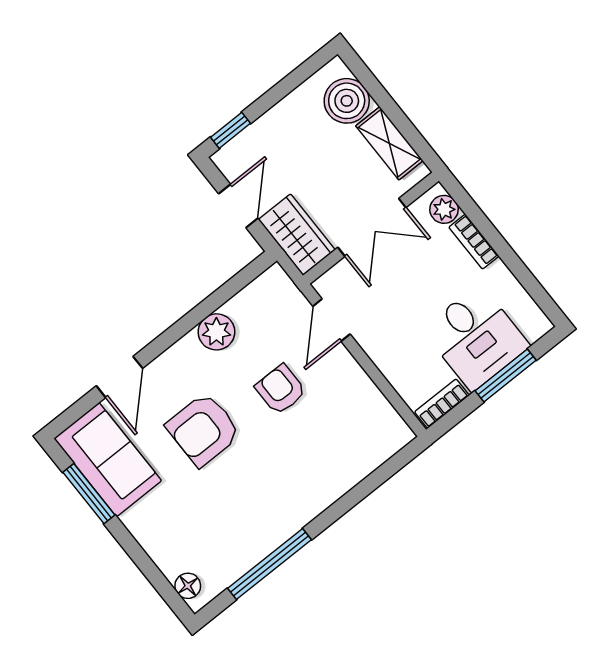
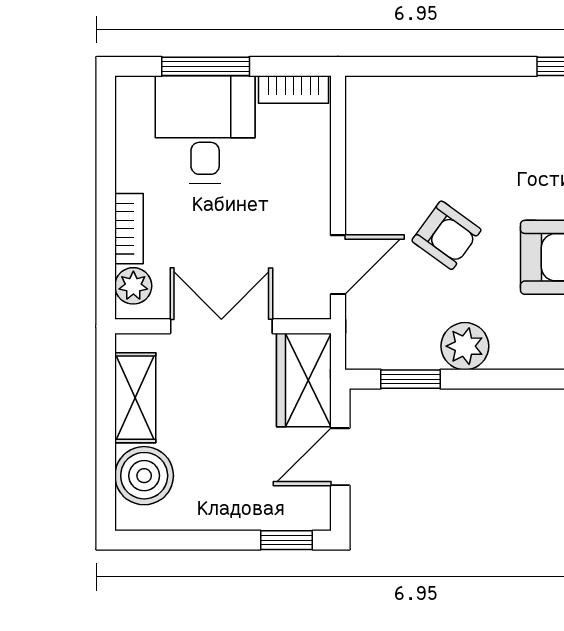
window: (233, 286) -> (411, 379), added
armchair: (281, 390) -> (446, 235), turned -54

